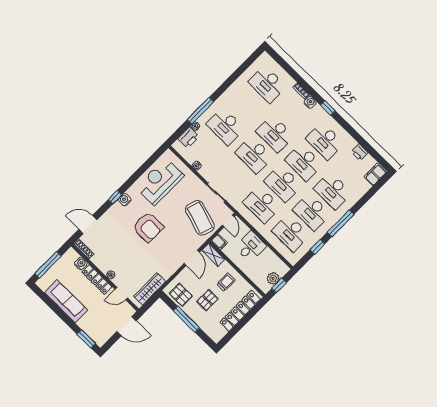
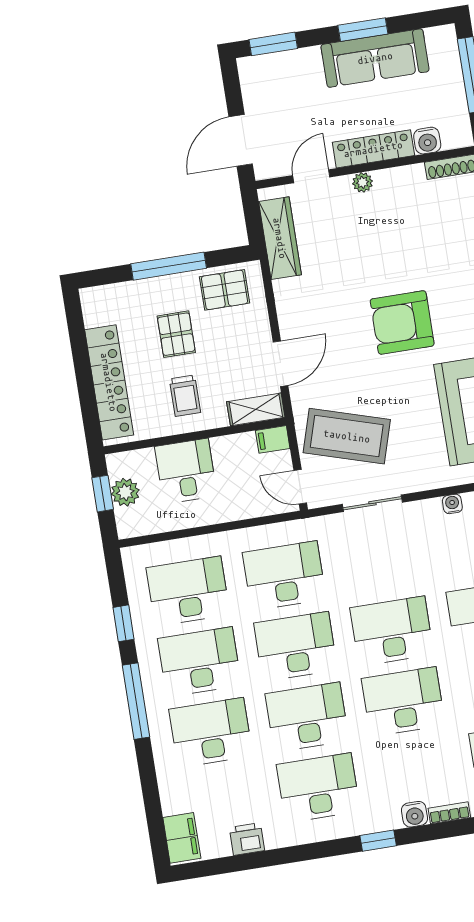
desk: (251, 246) -> (186, 471), moved, turned 180
door: (192, 258) -> (281, 364), swing flipped
window: (59, 312) -> (363, 30), added

